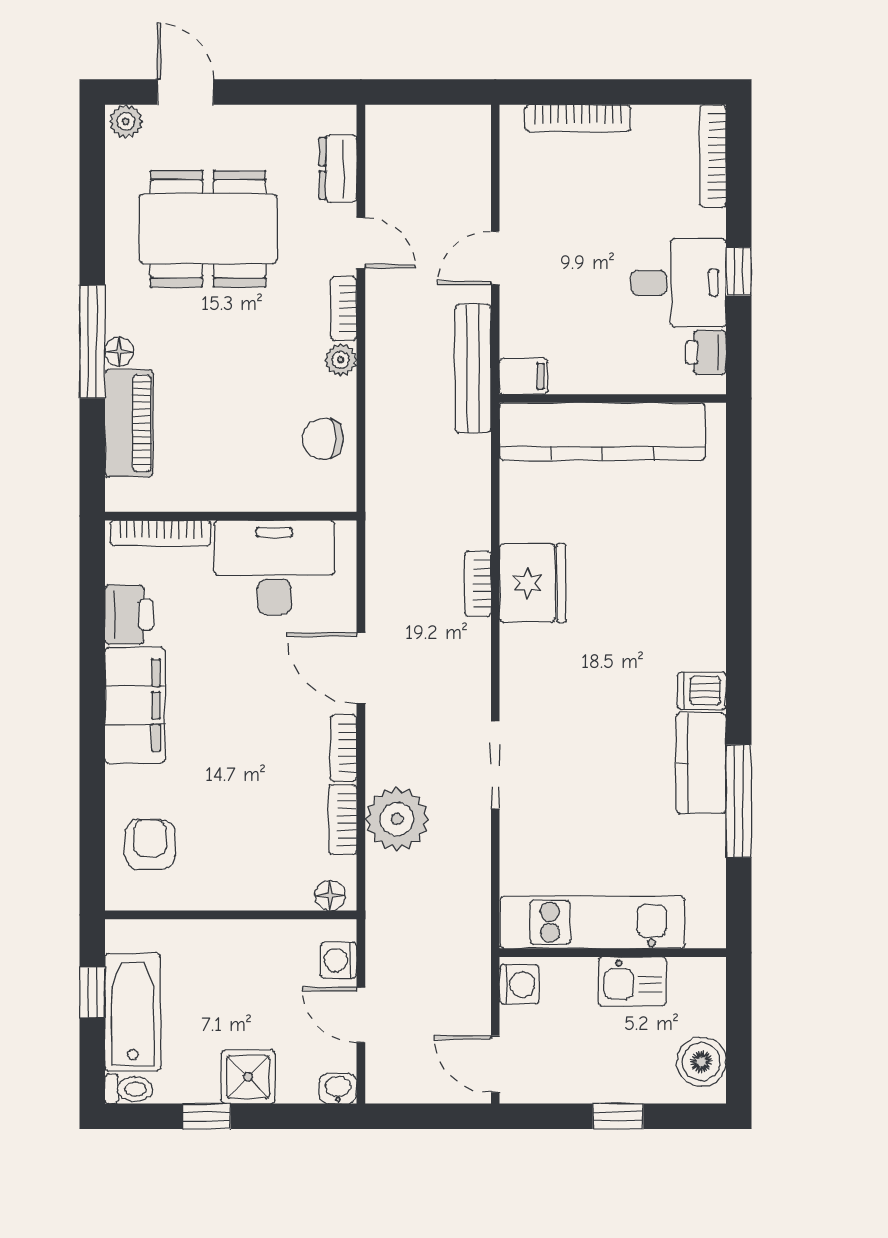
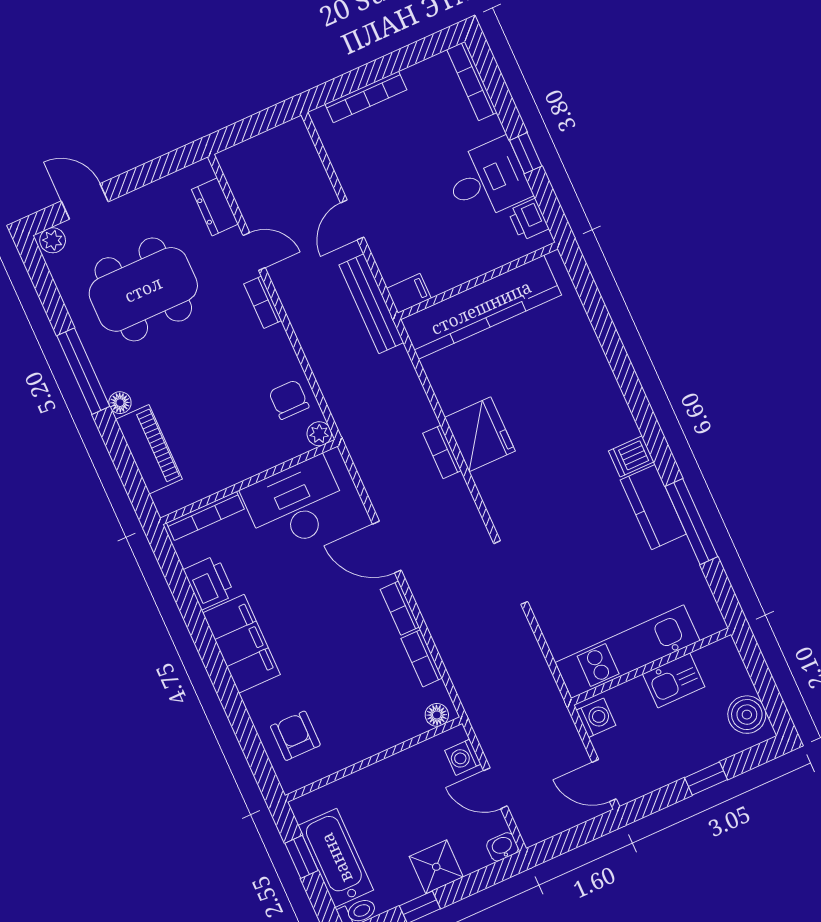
window: (92, 342) -> (83, 371), moved
plant: (341, 360) -> (319, 434), moved
chair: (323, 439) -> (289, 400), turned 90
plant: (397, 819) -> (459, 641), removed

